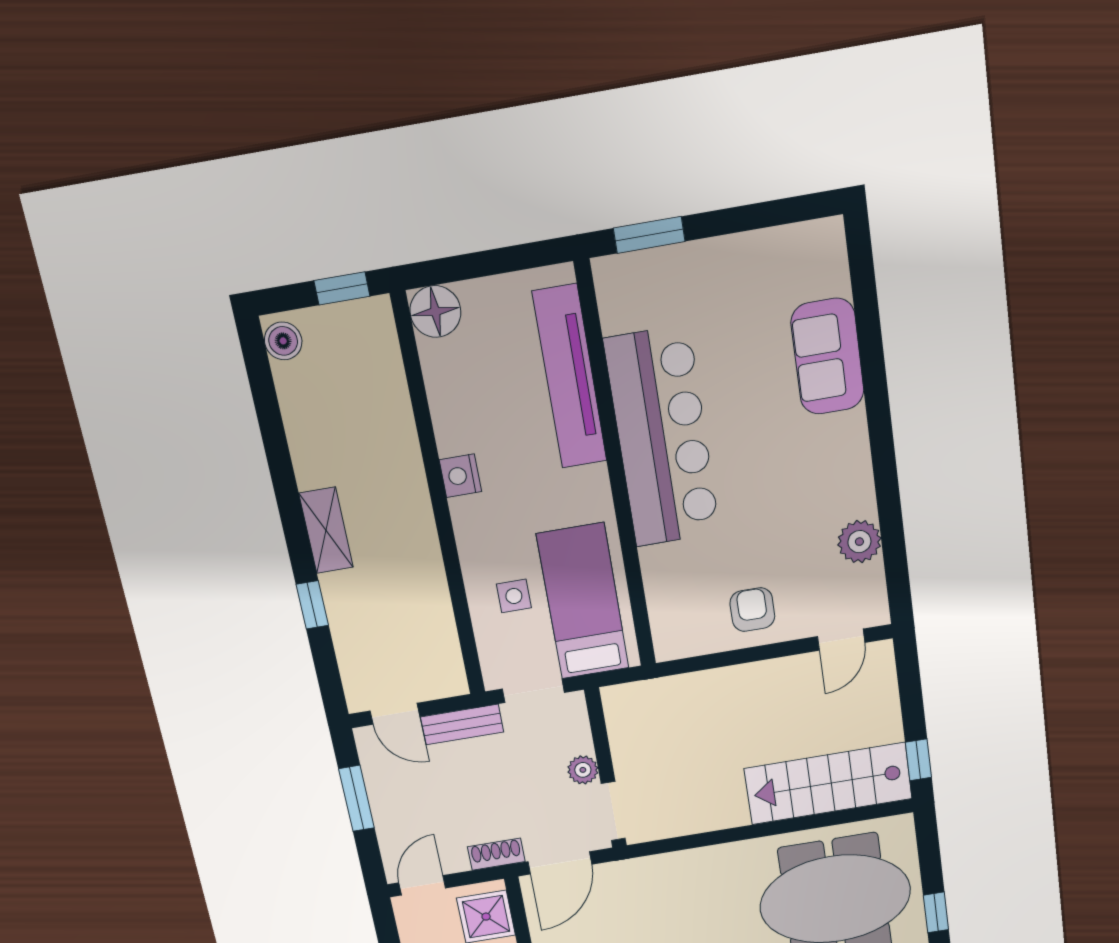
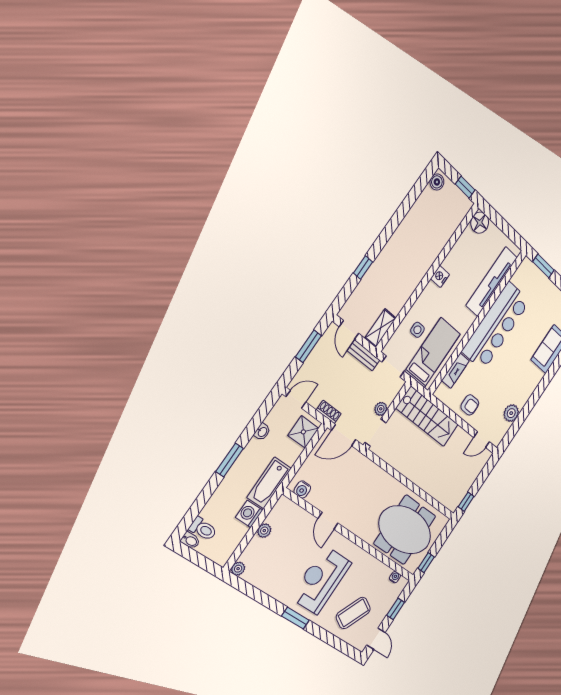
shelving: (326, 530) -> (380, 328), moved
fireplace: (660, 585) -> (455, 371), added
armchair: (752, 610) -> (470, 405), turned 90
stairs: (828, 784) -> (427, 416), moved, turned 180

